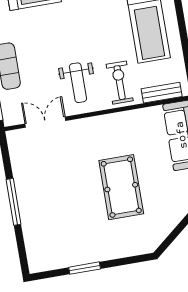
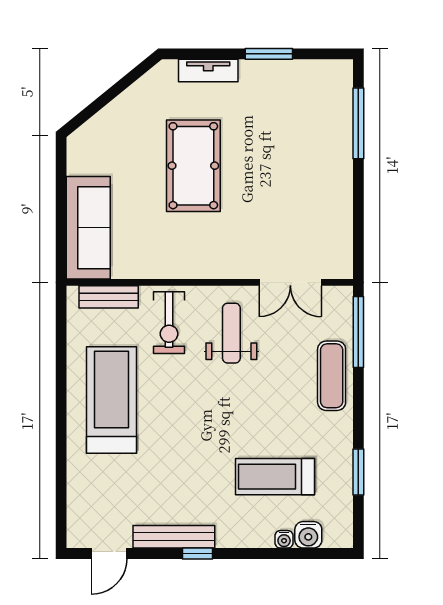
window: (14, 202) -> (358, 123), moved
tv unit: (122, 251) -> (208, 70), added

